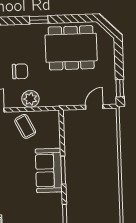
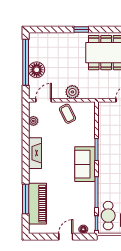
chair: (20, 71) -> (65, 70), removed
sofa: (49, 170) -> (85, 164), moved

